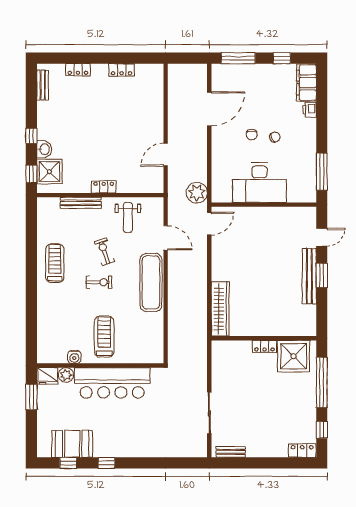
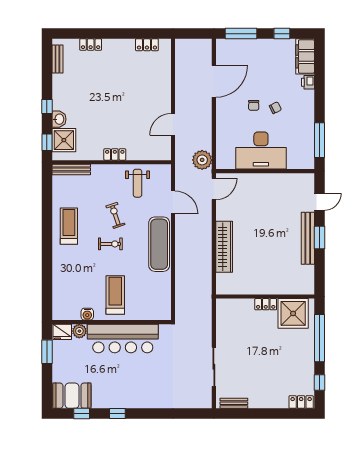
locker: (121, 70) -> (147, 45), moved
bench: (81, 203) -> (71, 169), moved
wardrobe: (220, 309) -> (224, 247), moved
booth: (72, 444) -> (72, 396), moved

